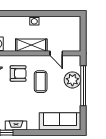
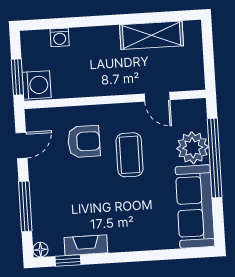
washing machine: (34, 21) -> (60, 37), moved
shelving: (31, 45) -> (151, 35), moved
sofa: (60, 121) -> (195, 207), moved, turned -90

